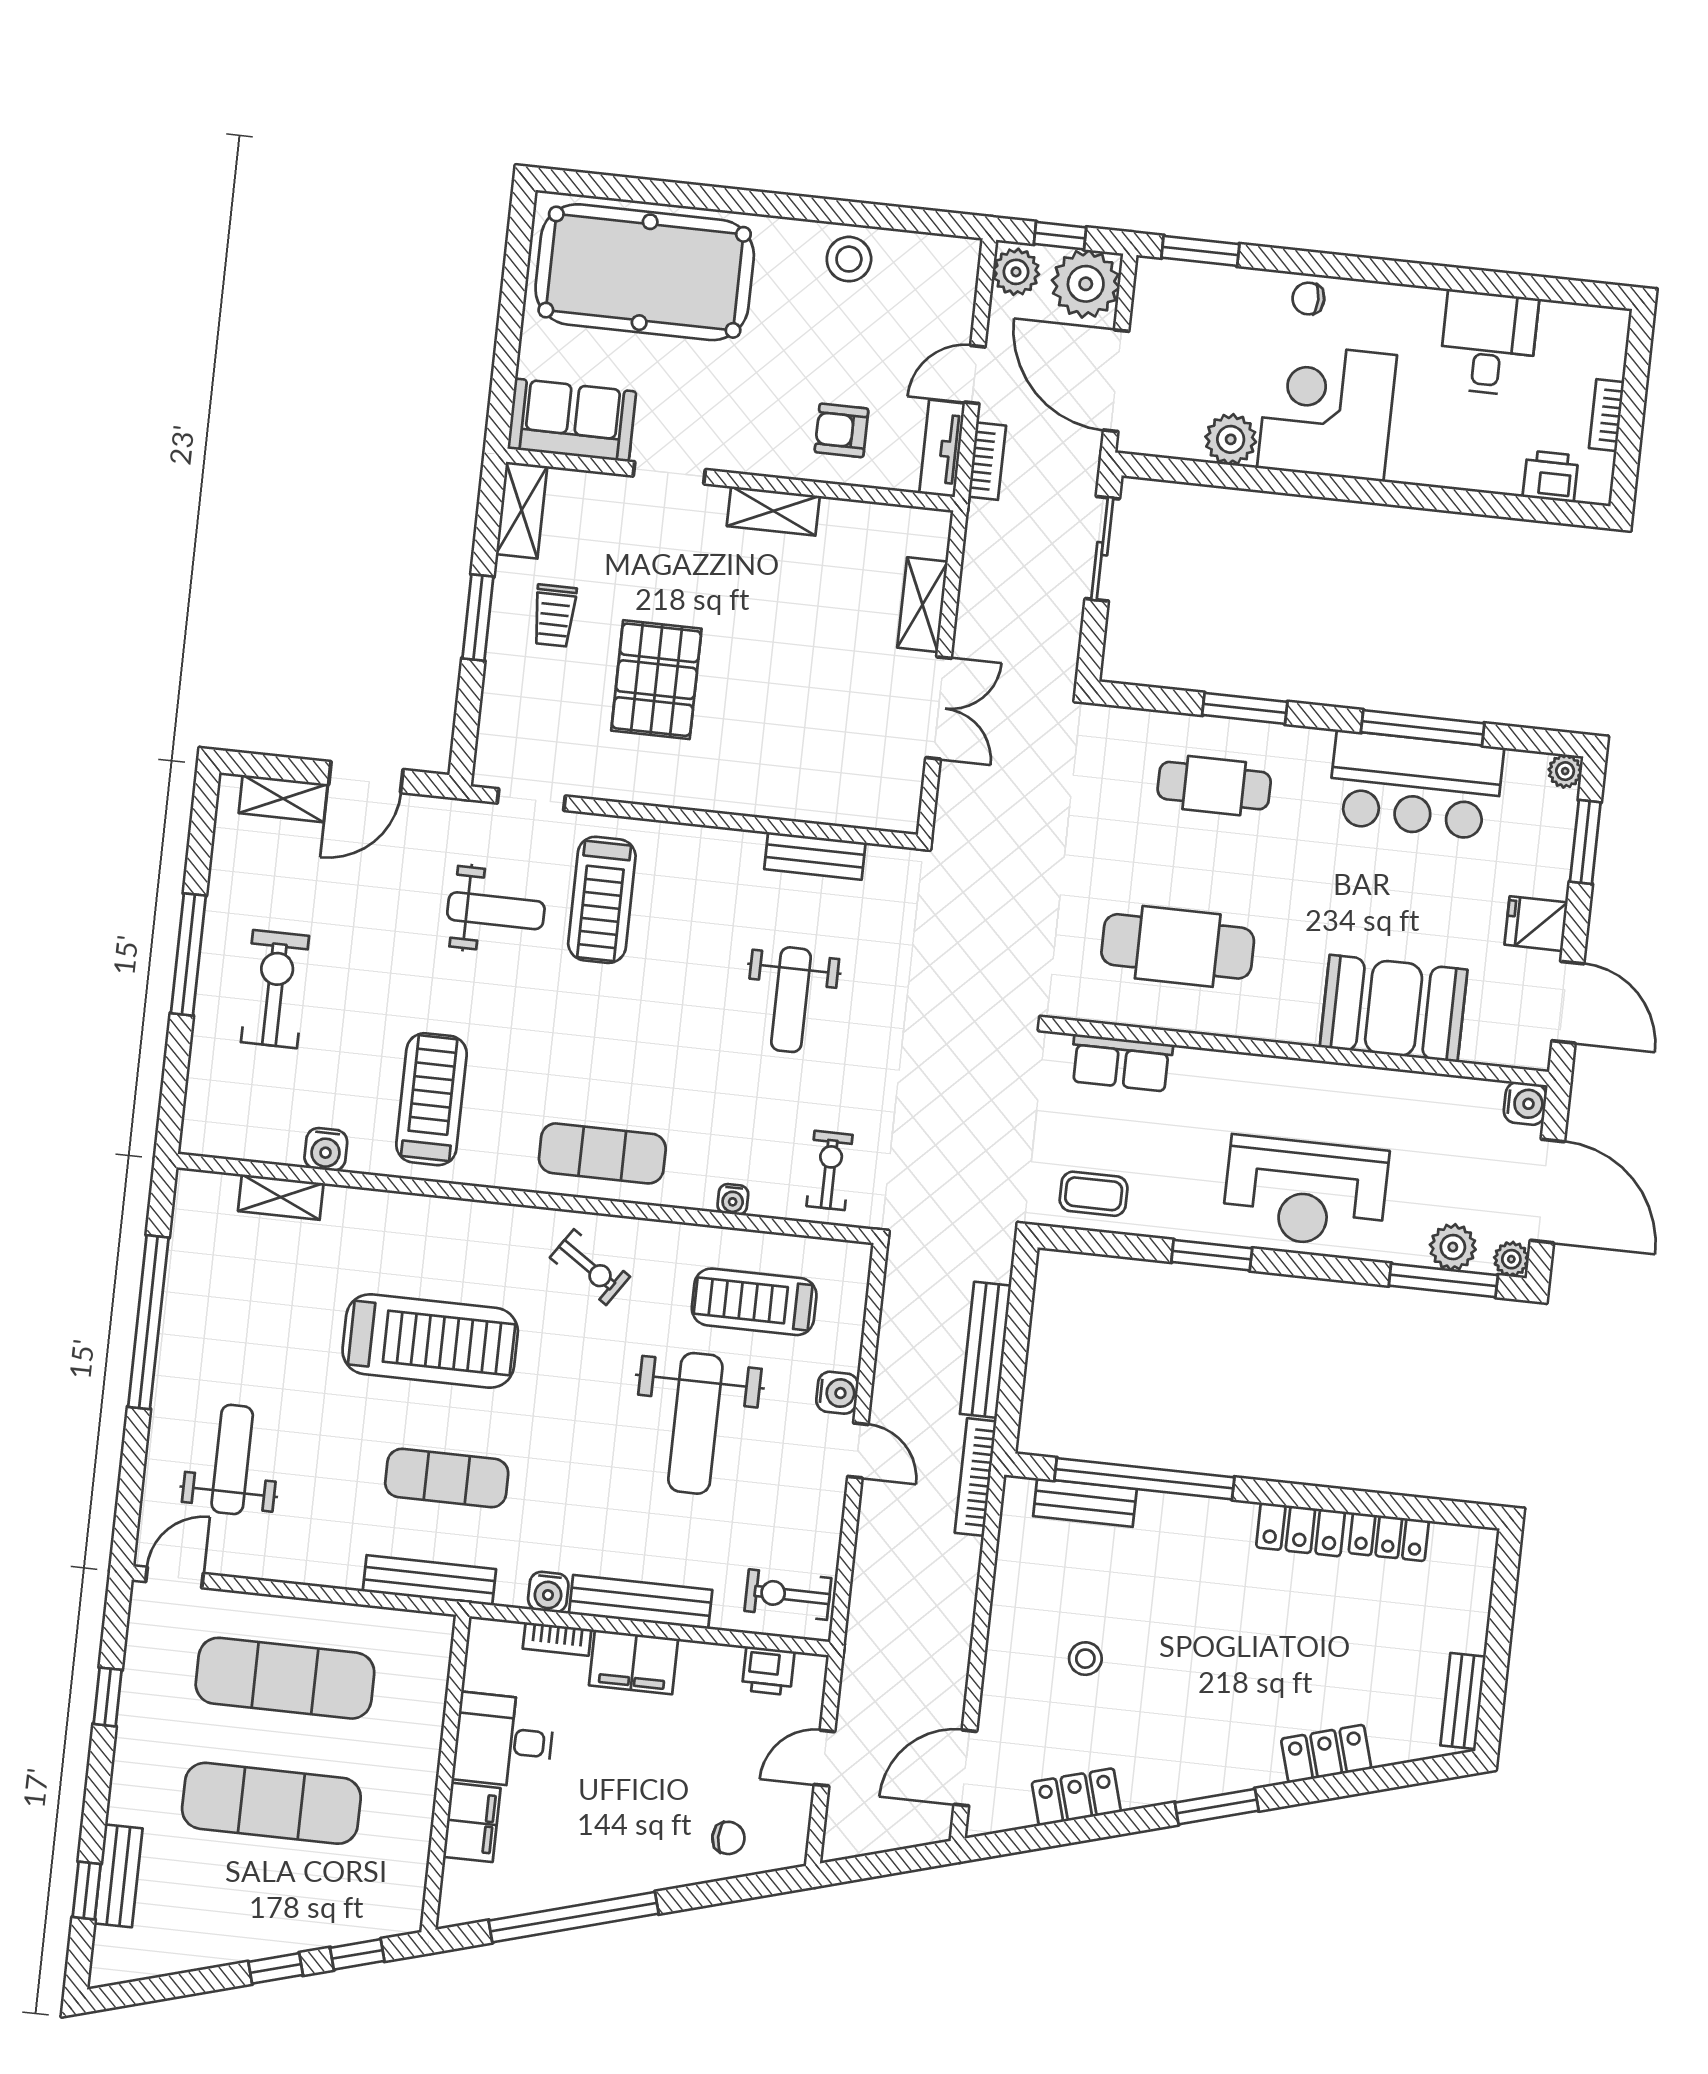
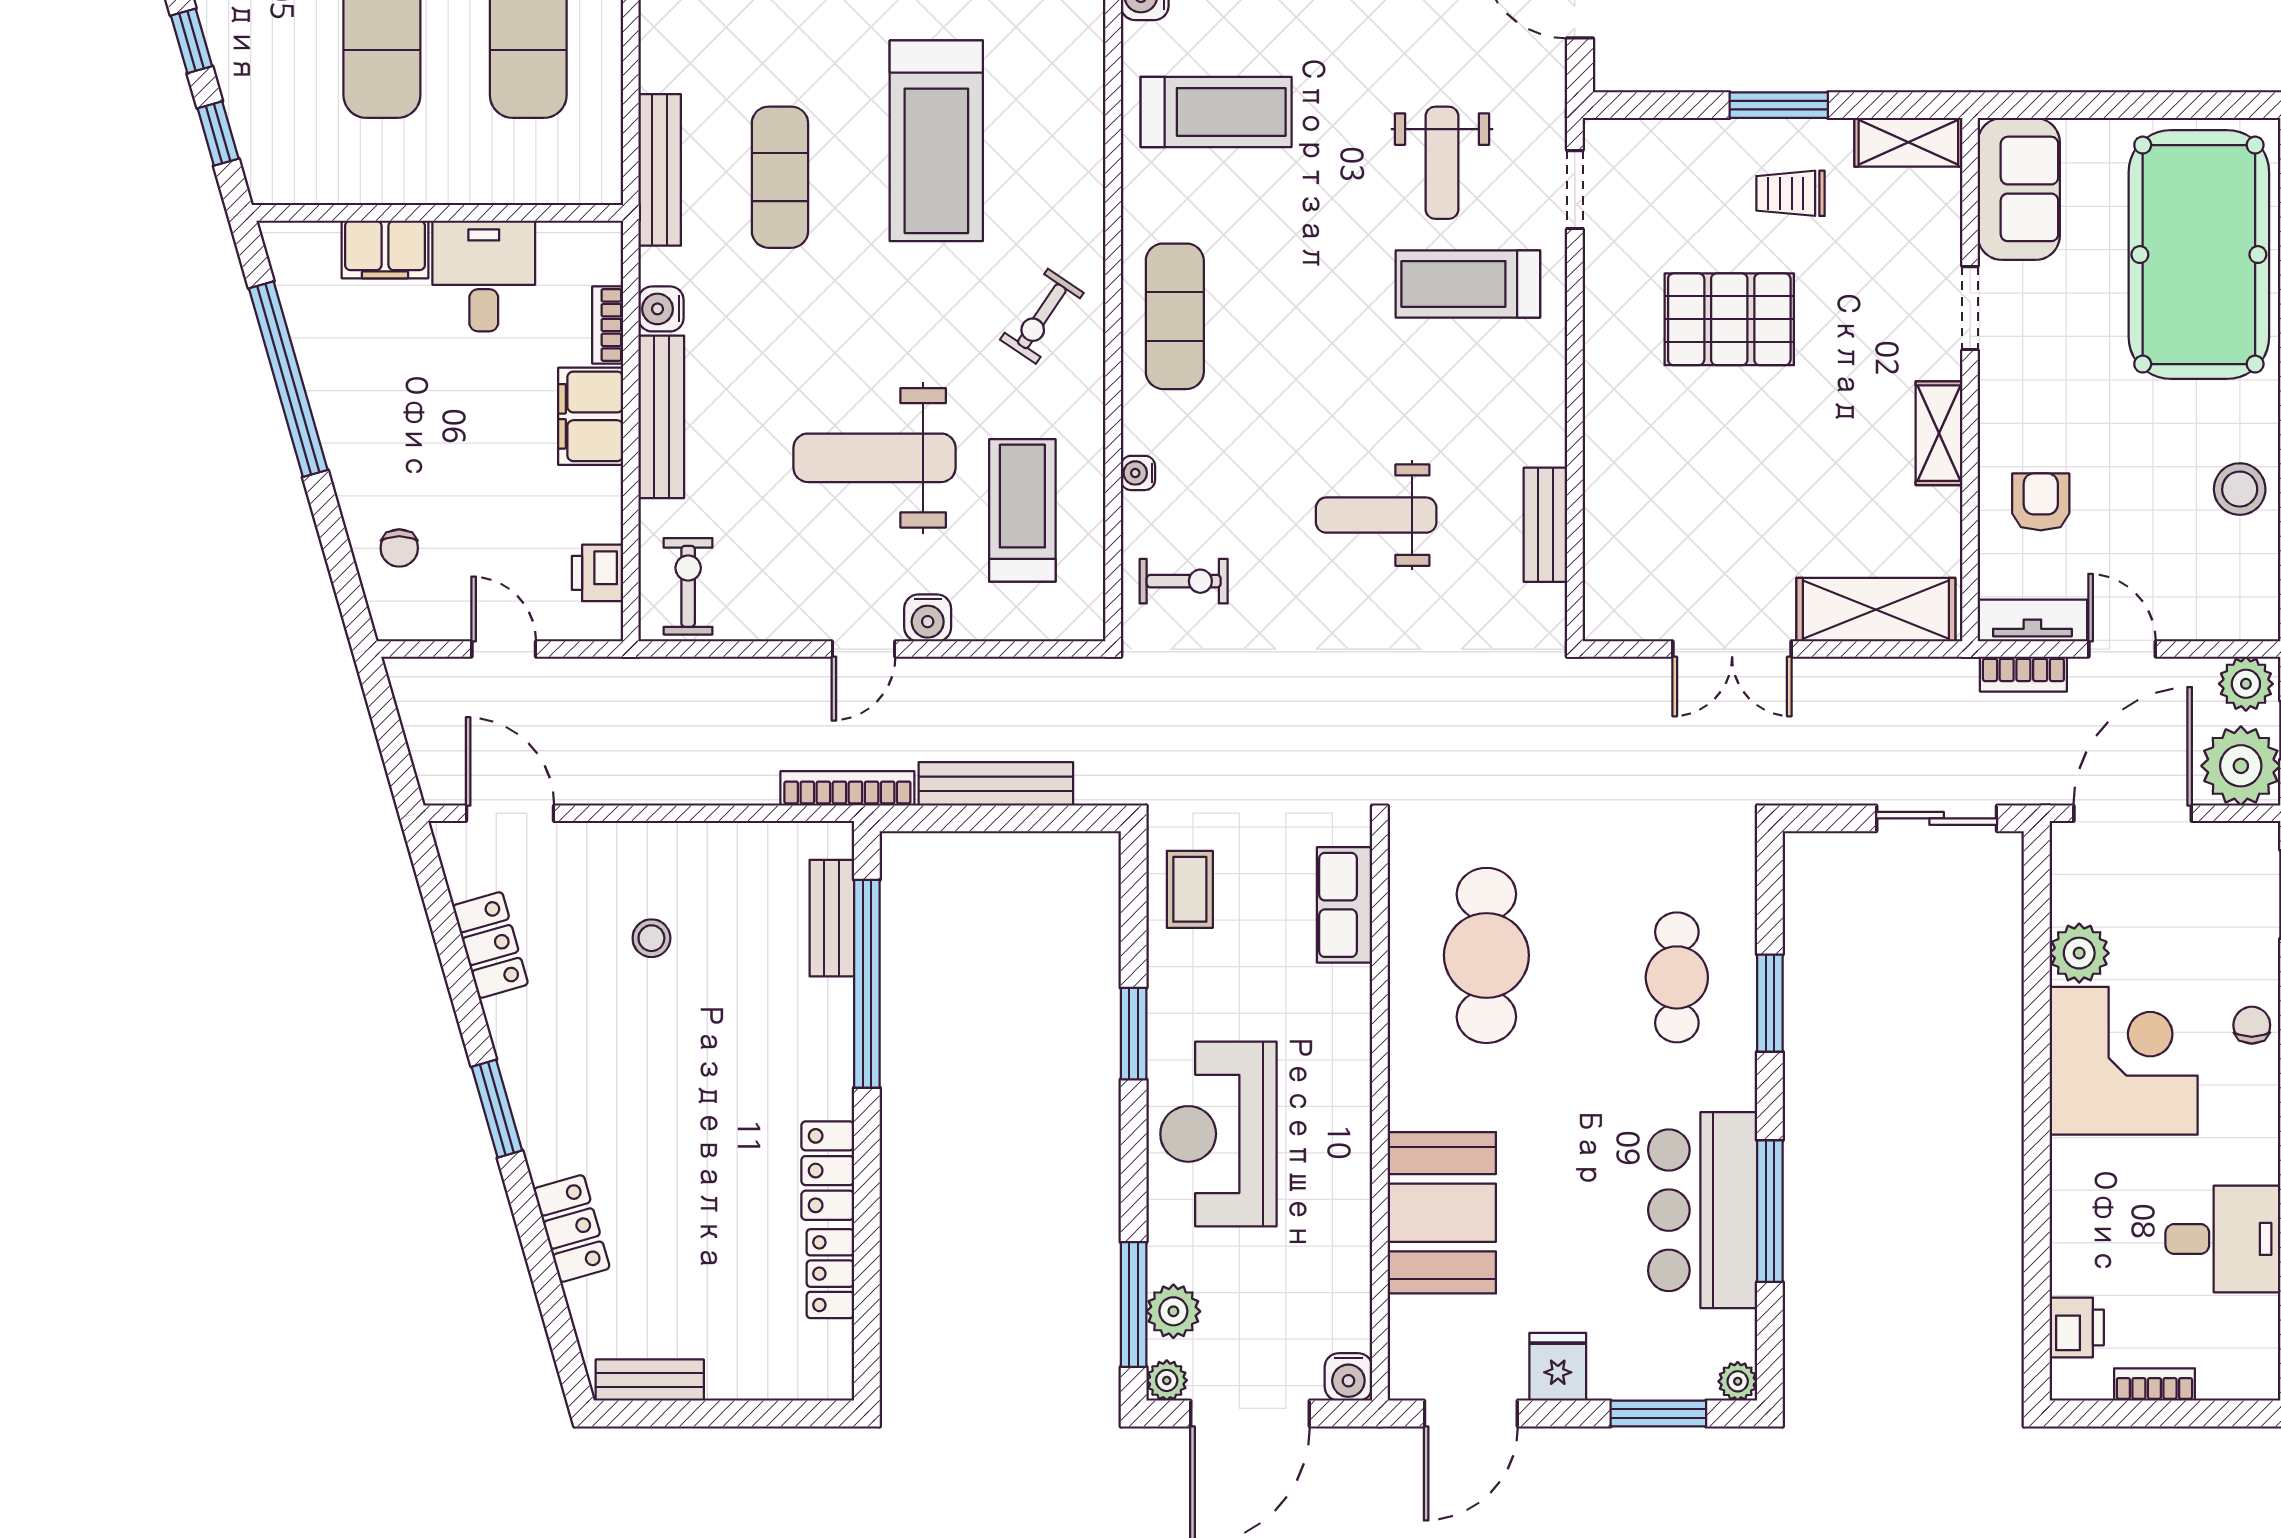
shelving: (922, 605) -> (1876, 610), width x1.50, depth x1.33

